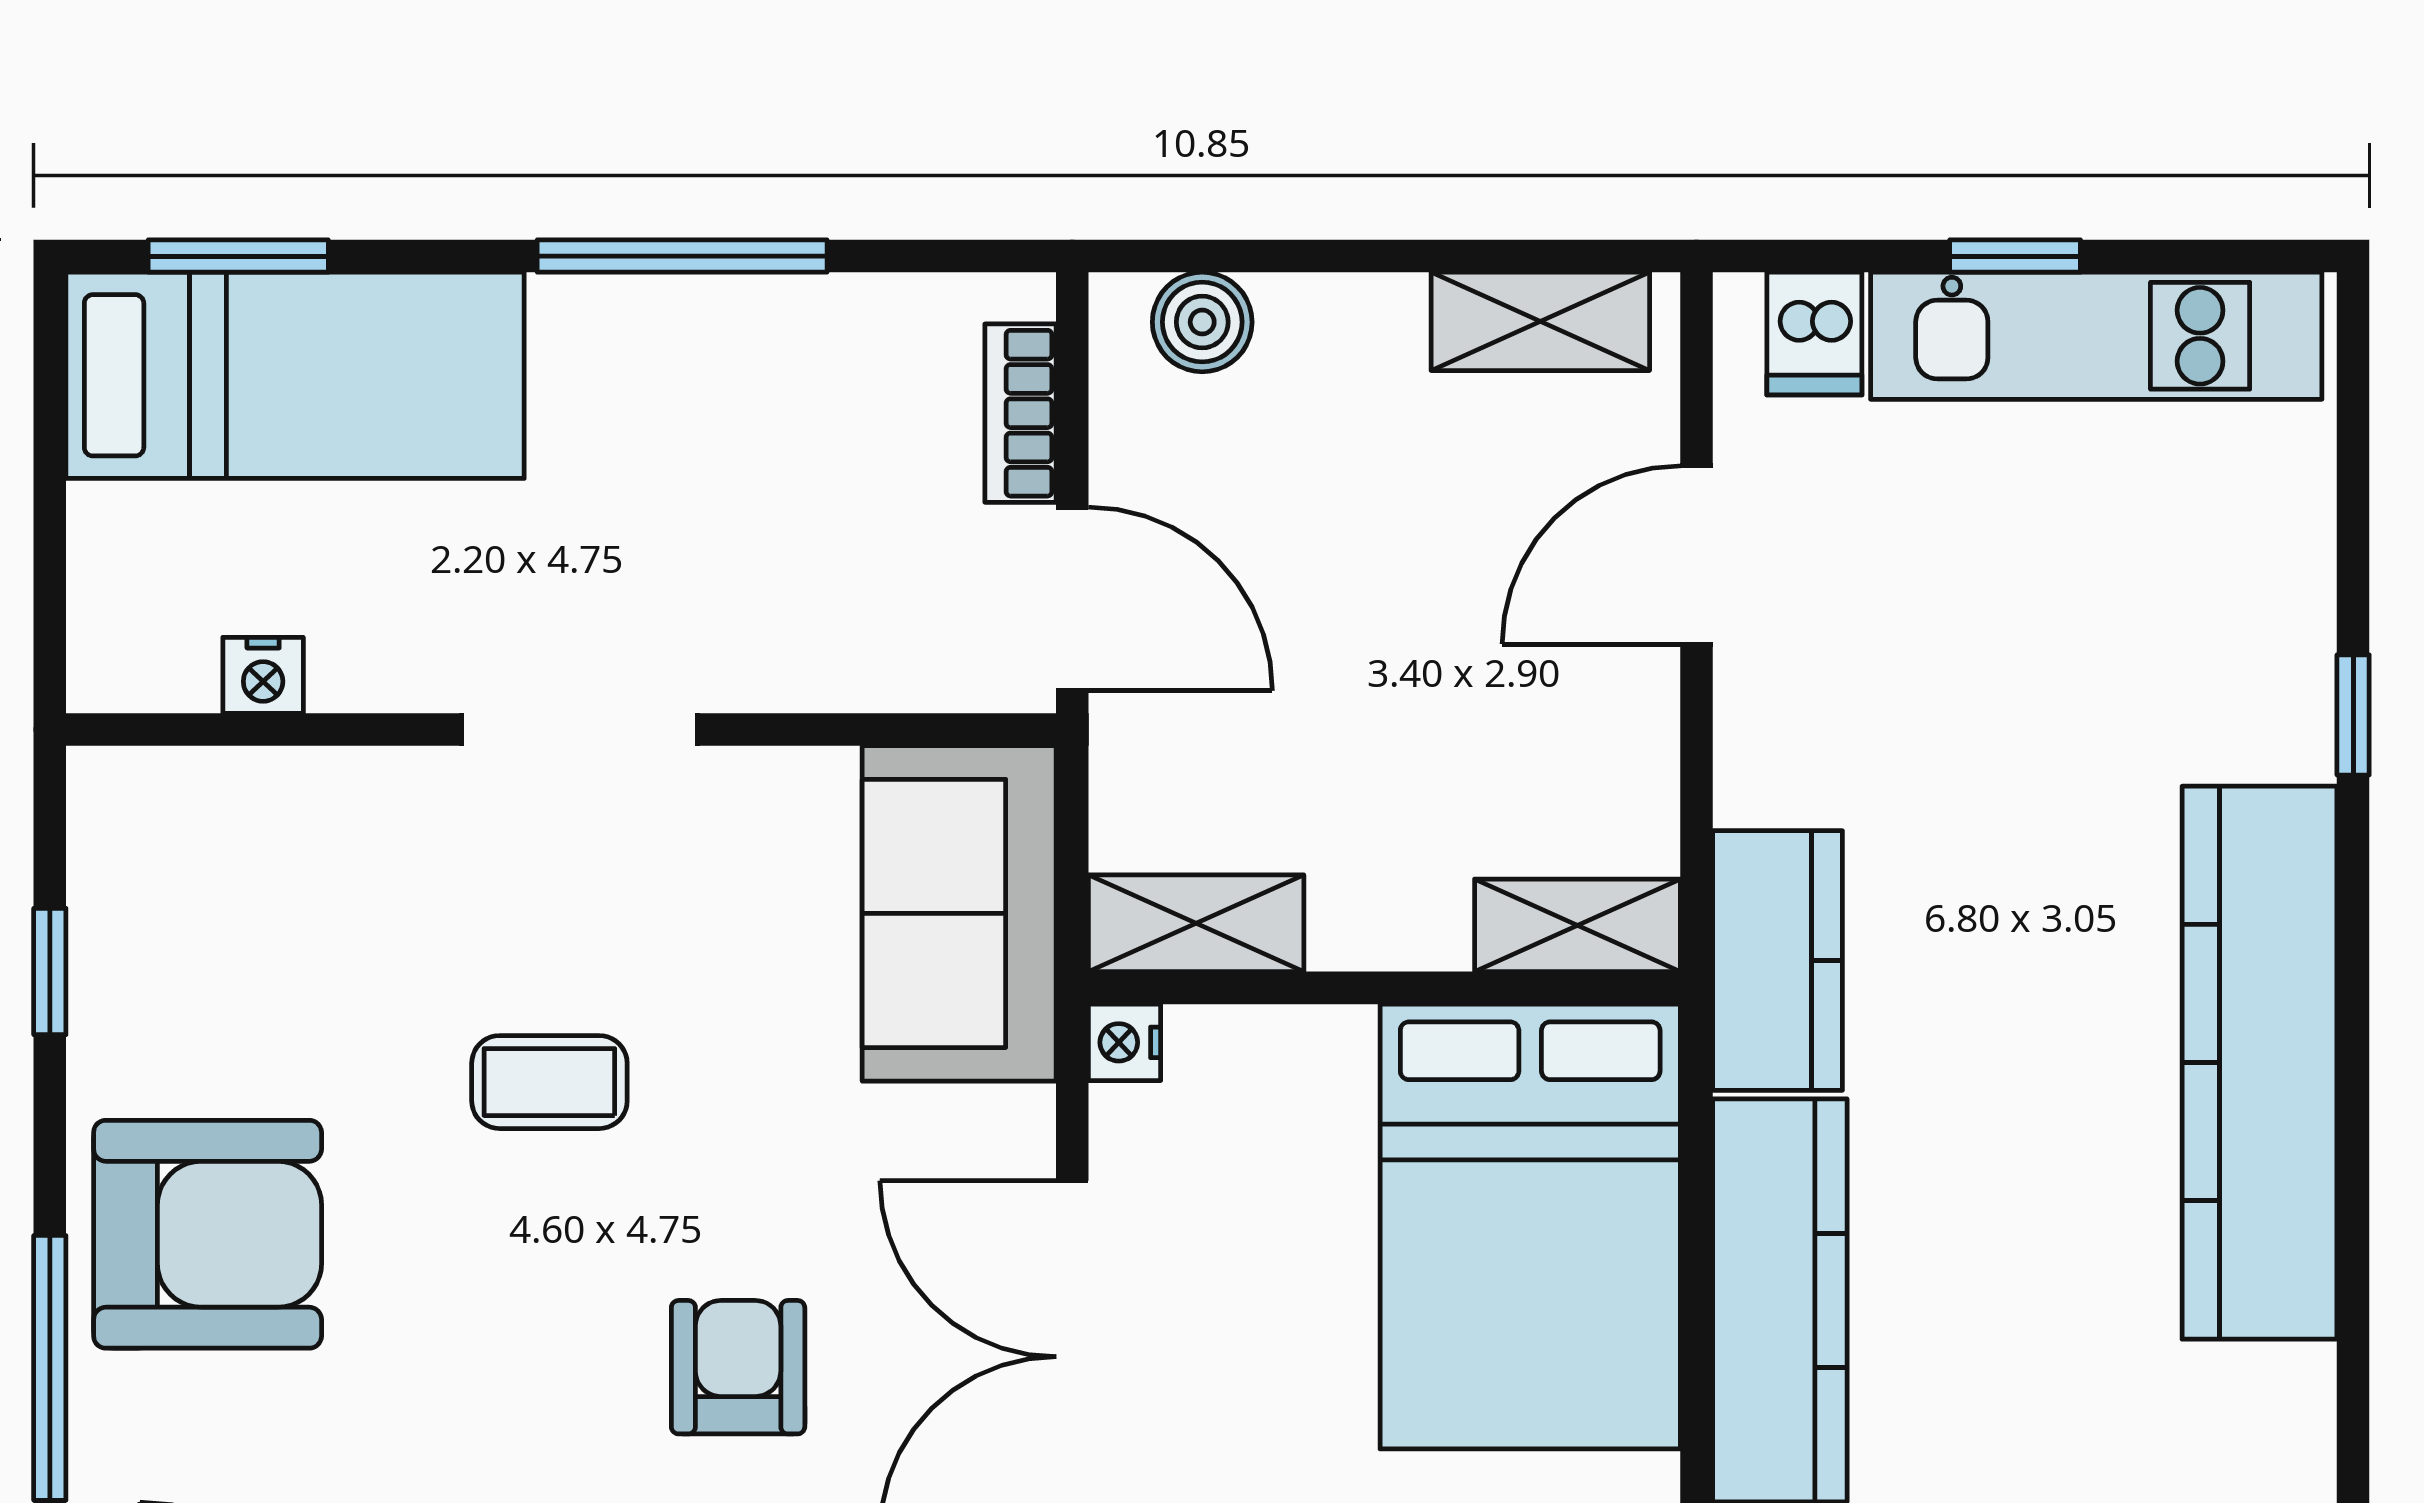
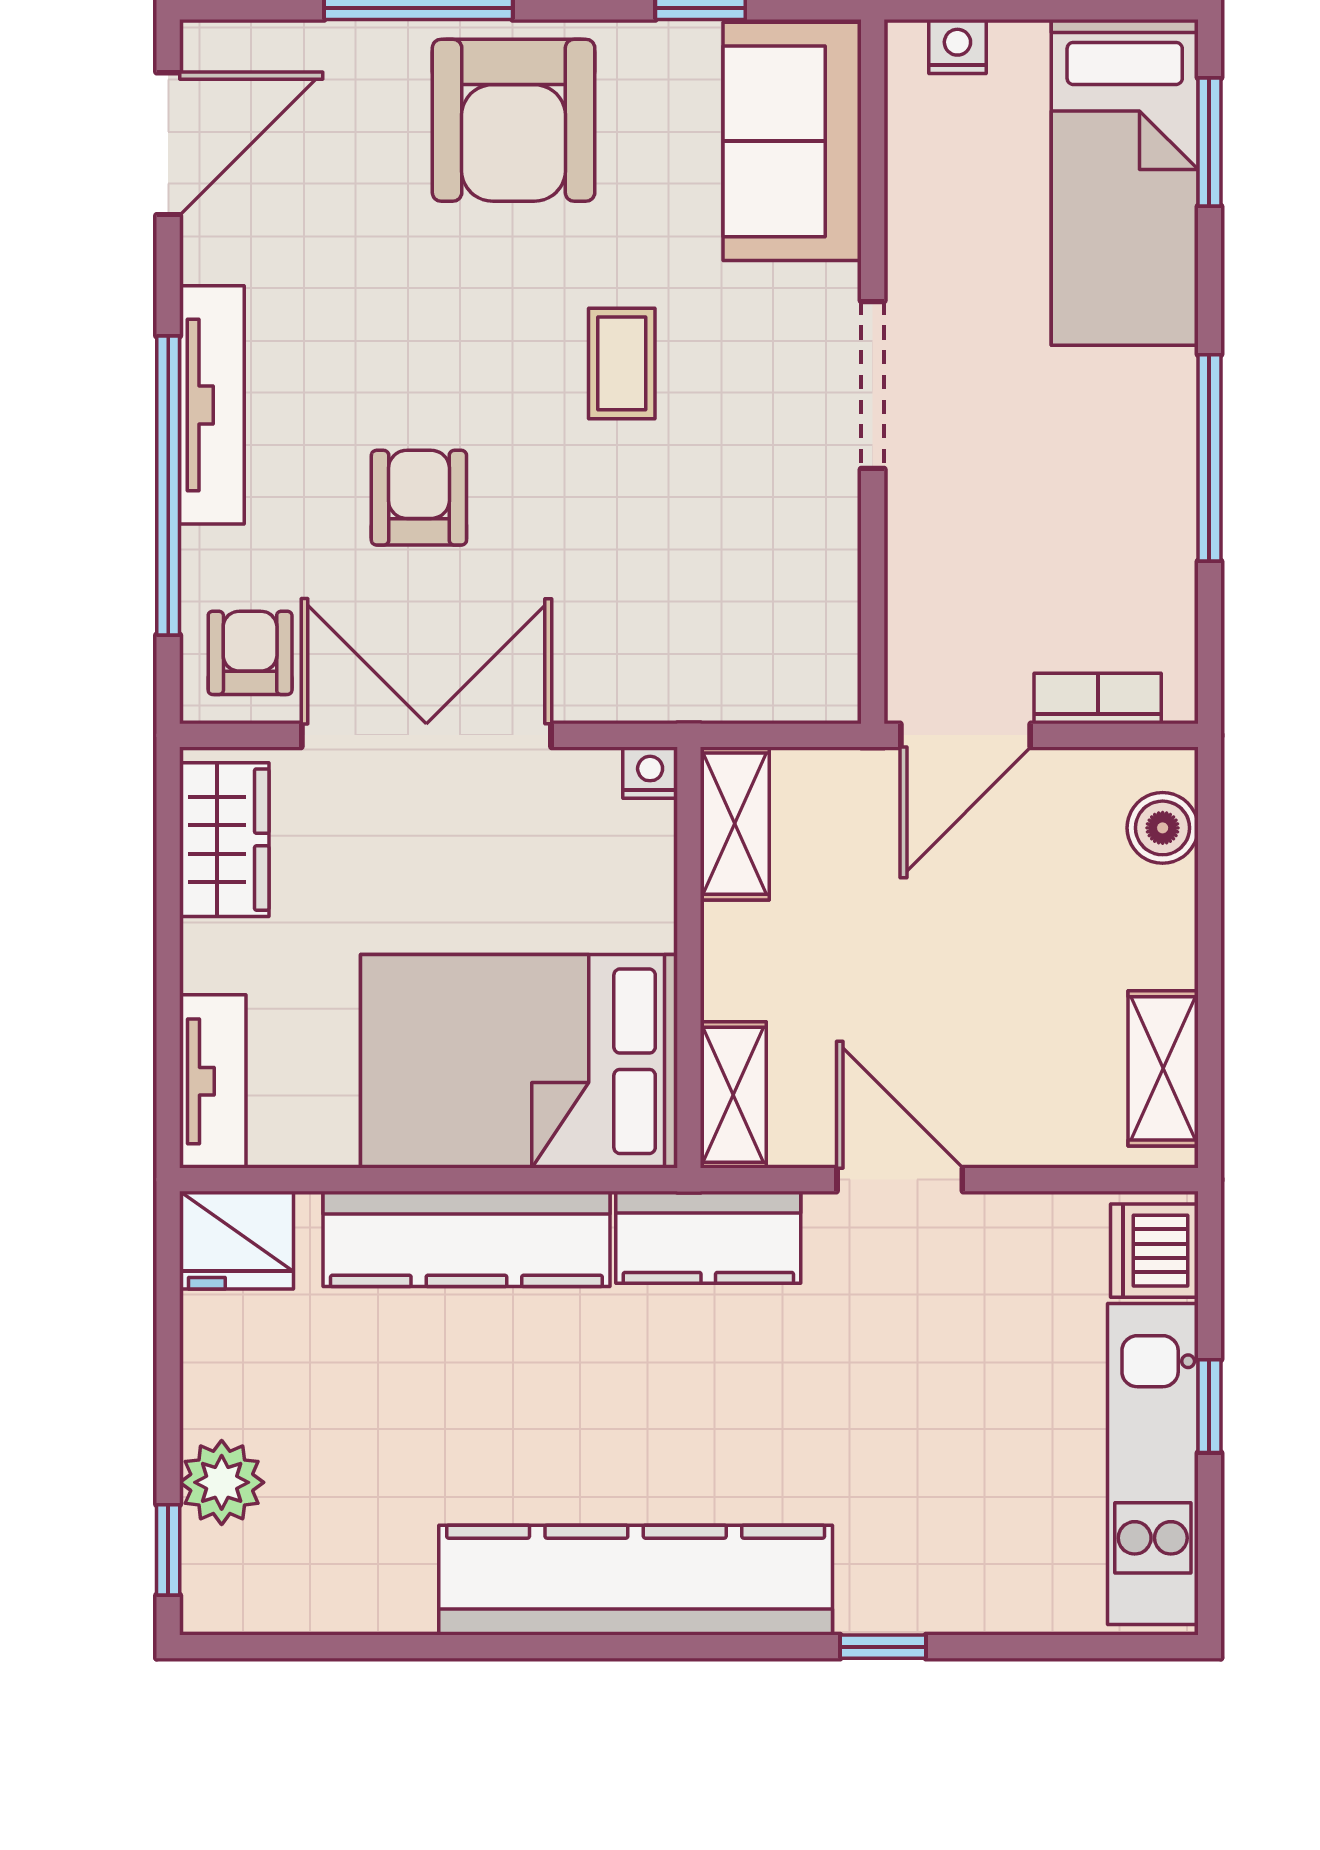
dishwasher: (1814, 334) -> (1154, 1251), width x1.38
door: (1696, 555) -> (900, 1180), moved
nightstand: (263, 675) -> (957, 47), moved, turned 90
sofa: (959, 913) -> (792, 141), moved, turned -90
armchair: (738, 1367) -> (419, 498), turned -90

